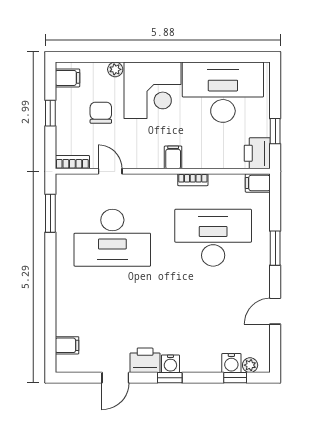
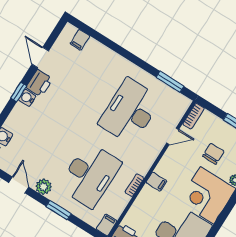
chair: (101, 113) -> (213, 154), turned -90
plant: (259, 282) -> (44, 187), added

